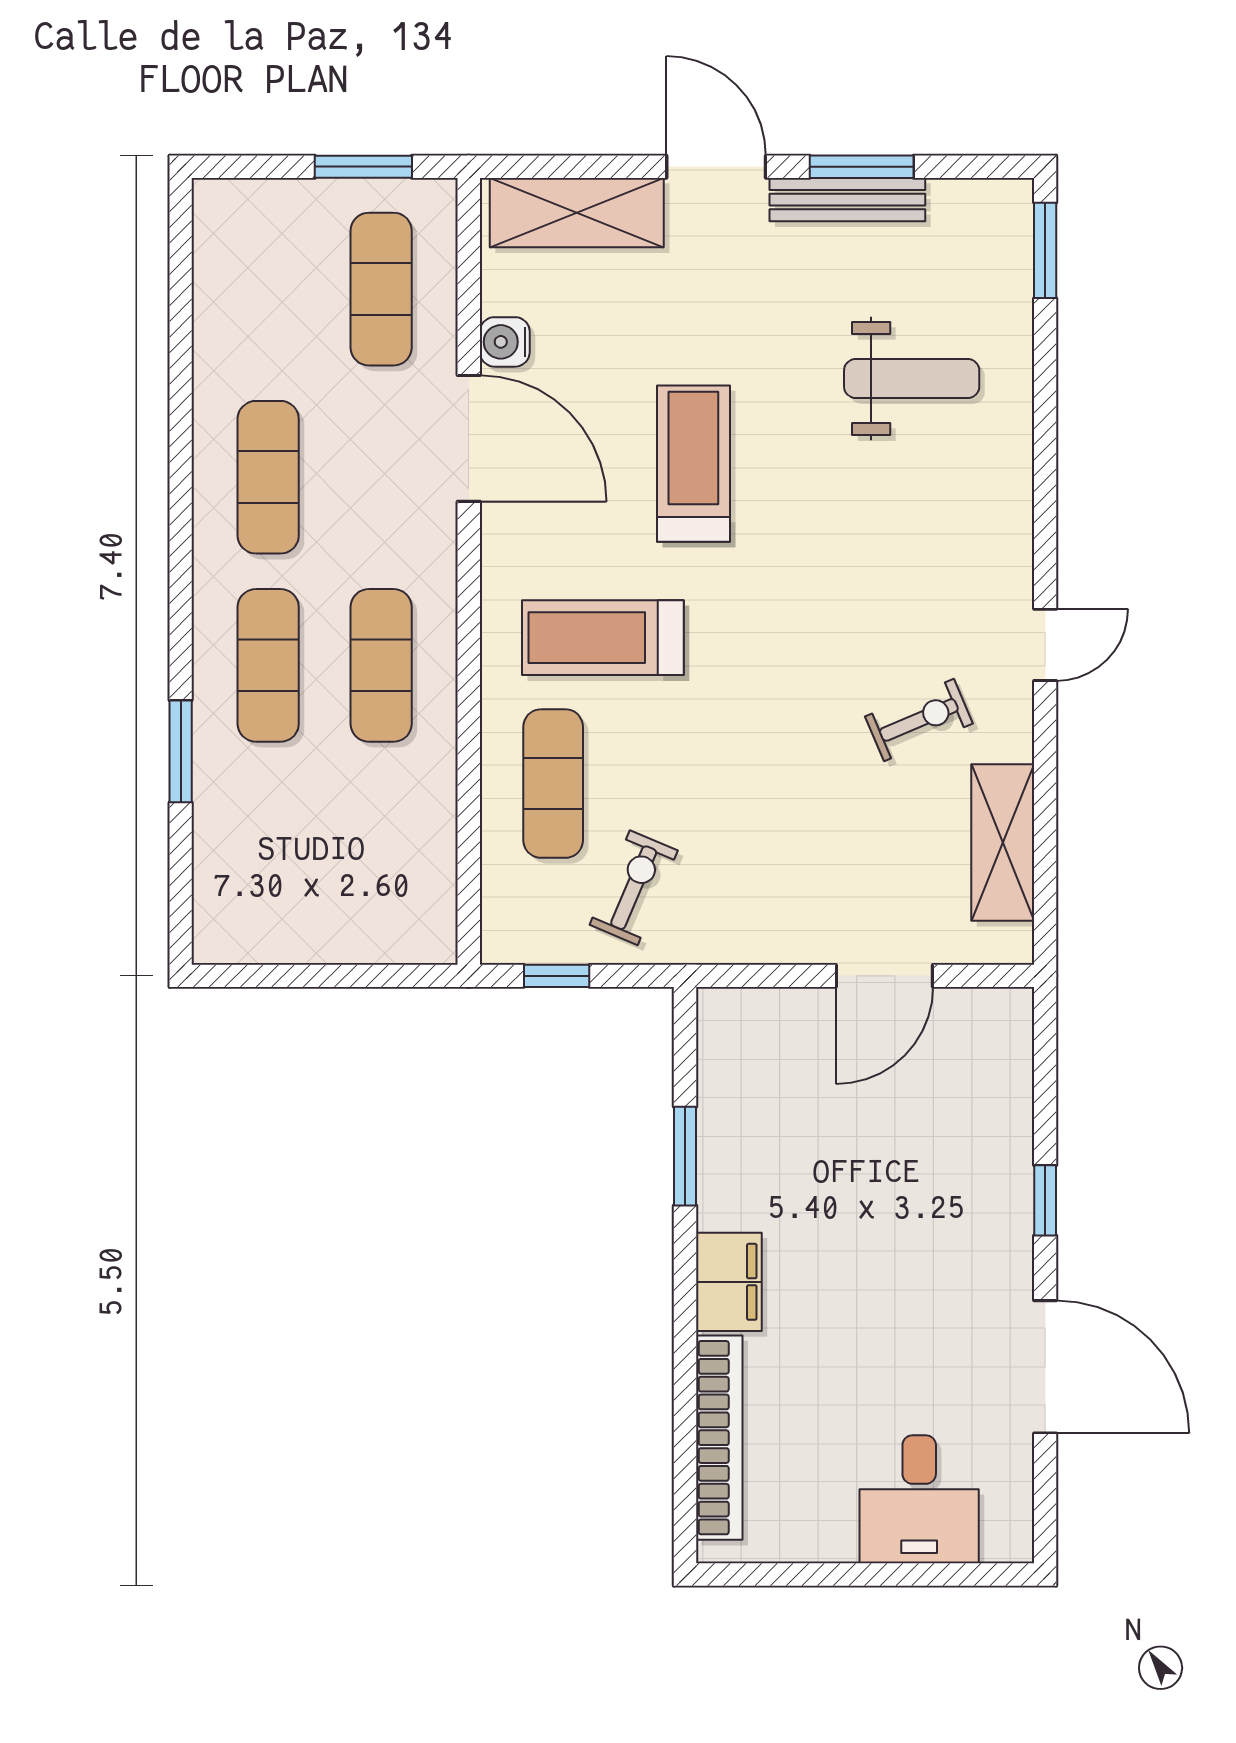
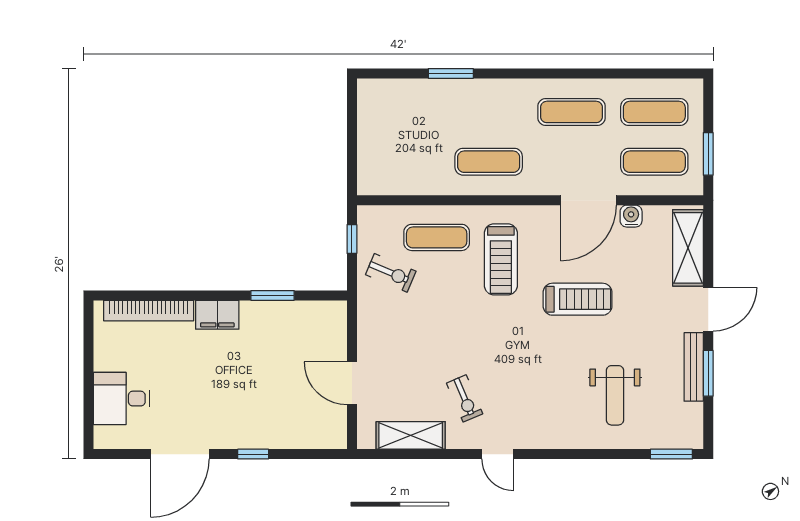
treadmill: (603, 638) -> (501, 259), turned 180
exercise mat: (268, 665) -> (654, 112), moved

